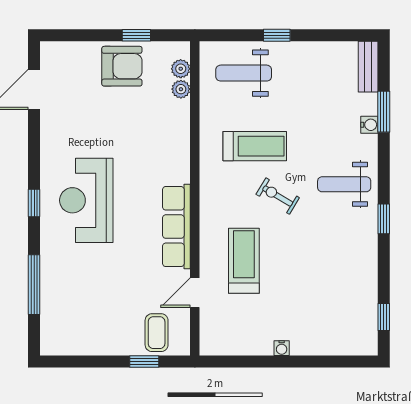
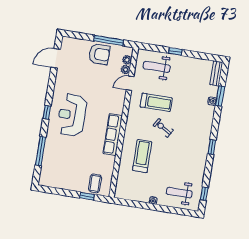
window: (136, 35) -> (109, 41), width x2.17
weight bench: (344, 184) -> (179, 193), moved
door: (195, 293) -> (130, 83), moved

